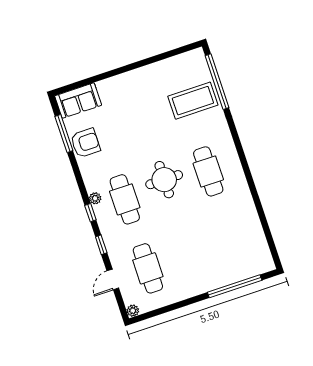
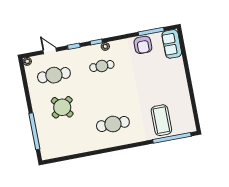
round table: (164, 180) -> (62, 107), moved, turned -38
cafe table: (125, 199) -> (102, 66), width x0.73, depth x0.74

